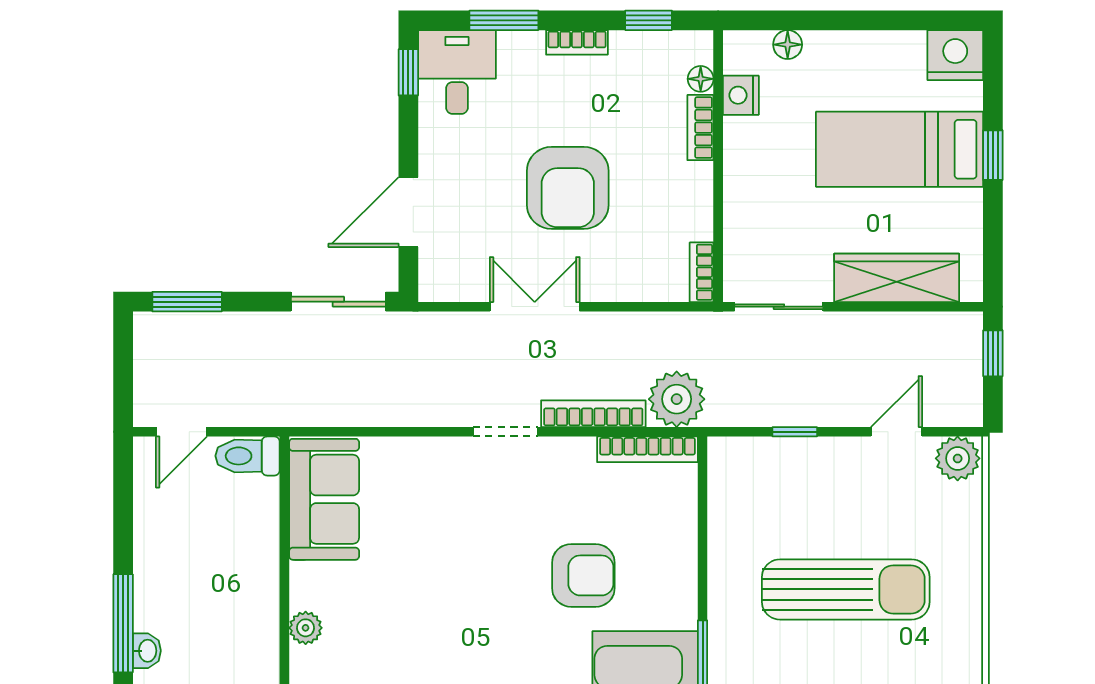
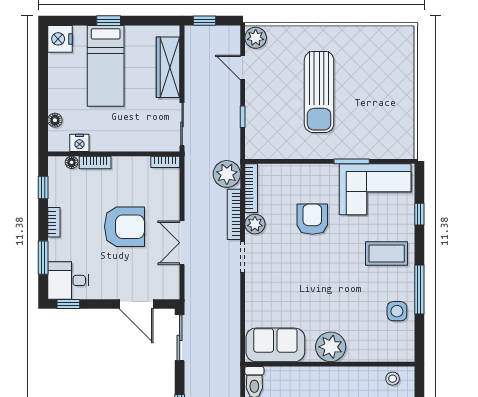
plant: (573, 457) -> (255, 224), added
sun lounger: (846, 589) -> (319, 92), turned 180
plant: (306, 628) -> (331, 347), width x1.88, depth x1.88

